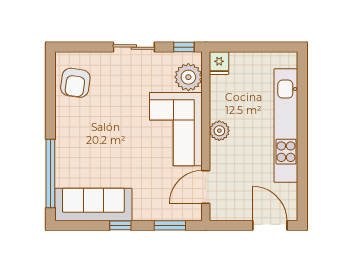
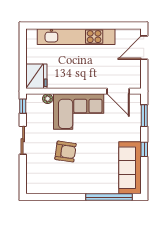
fridge: (219, 63) -> (36, 76), width x1.88, depth x1.34
plant: (188, 77) -> (48, 99), width x0.53, depth x0.53
armchair: (75, 83) -> (66, 151), moved
plant: (219, 131) -> (80, 82), removed

